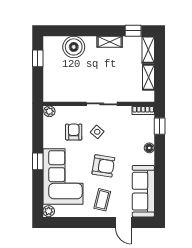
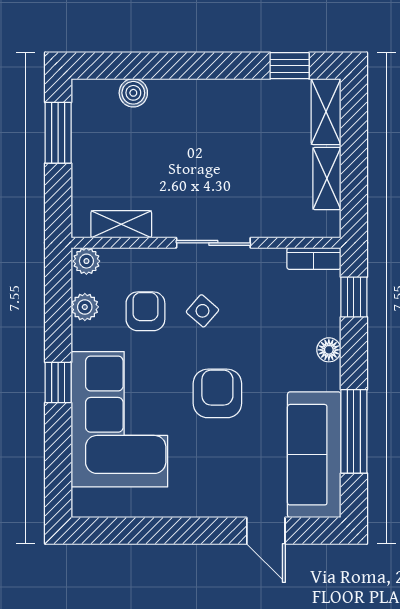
shelving: (110, 42) -> (121, 224), moved
boiler: (74, 47) -> (133, 93), width x0.54, depth x0.54
window: (38, 58) -> (58, 133), width x1.50
armchair: (103, 166) -> (217, 393), turned -99
window: (160, 182) -> (354, 431), added
coffee table: (102, 200) -> (215, 476), removed
plant: (49, 211) -> (85, 307), moved

